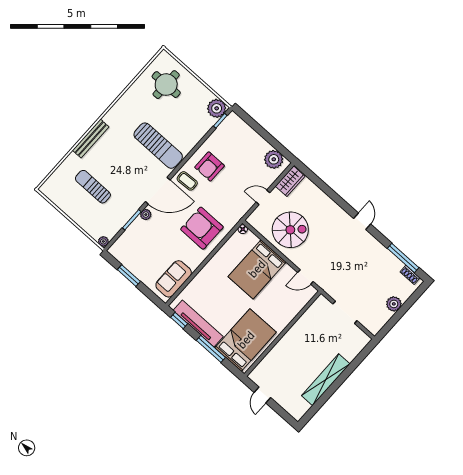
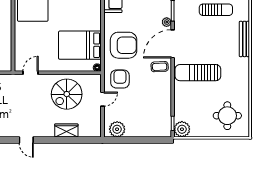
armchair: (210, 167) -> (120, 79), moved
wardrobe: (290, 181) -> (66, 130), moved, turned 90
bed: (257, 269) -> (80, 45), moved, turned -90

